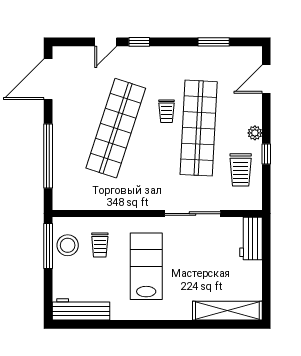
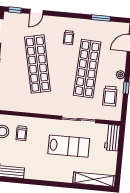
window: (139, 42) -> (15, 10), moved
trolley: (166, 111) -> (69, 38), moved
shop shelf: (116, 128) -> (38, 64), turned -30
lab bench: (146, 266) -> (69, 146), moved, turned 90

